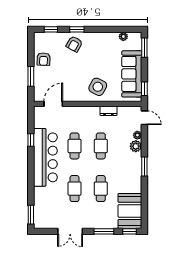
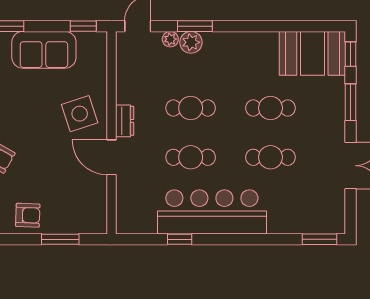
sofa: (132, 74) -> (44, 50), width x0.73
side table: (98, 87) -> (80, 114), turned 45
door: (53, 104) -> (112, 157), moved
dresser: (108, 111) -> (125, 121), moved
window: (144, 167) -> (195, 26), moved

